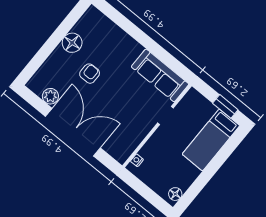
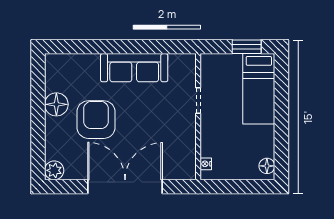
armchair: (90, 74) -> (96, 120), width x1.88, depth x1.88
sofa: (160, 75) -> (134, 68), moved
plant: (50, 96) -> (54, 170), moved

